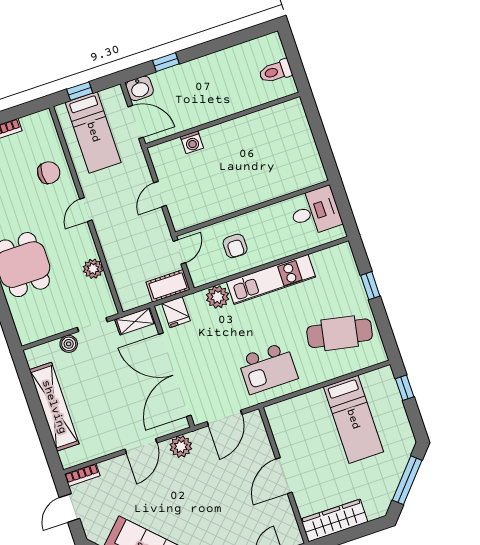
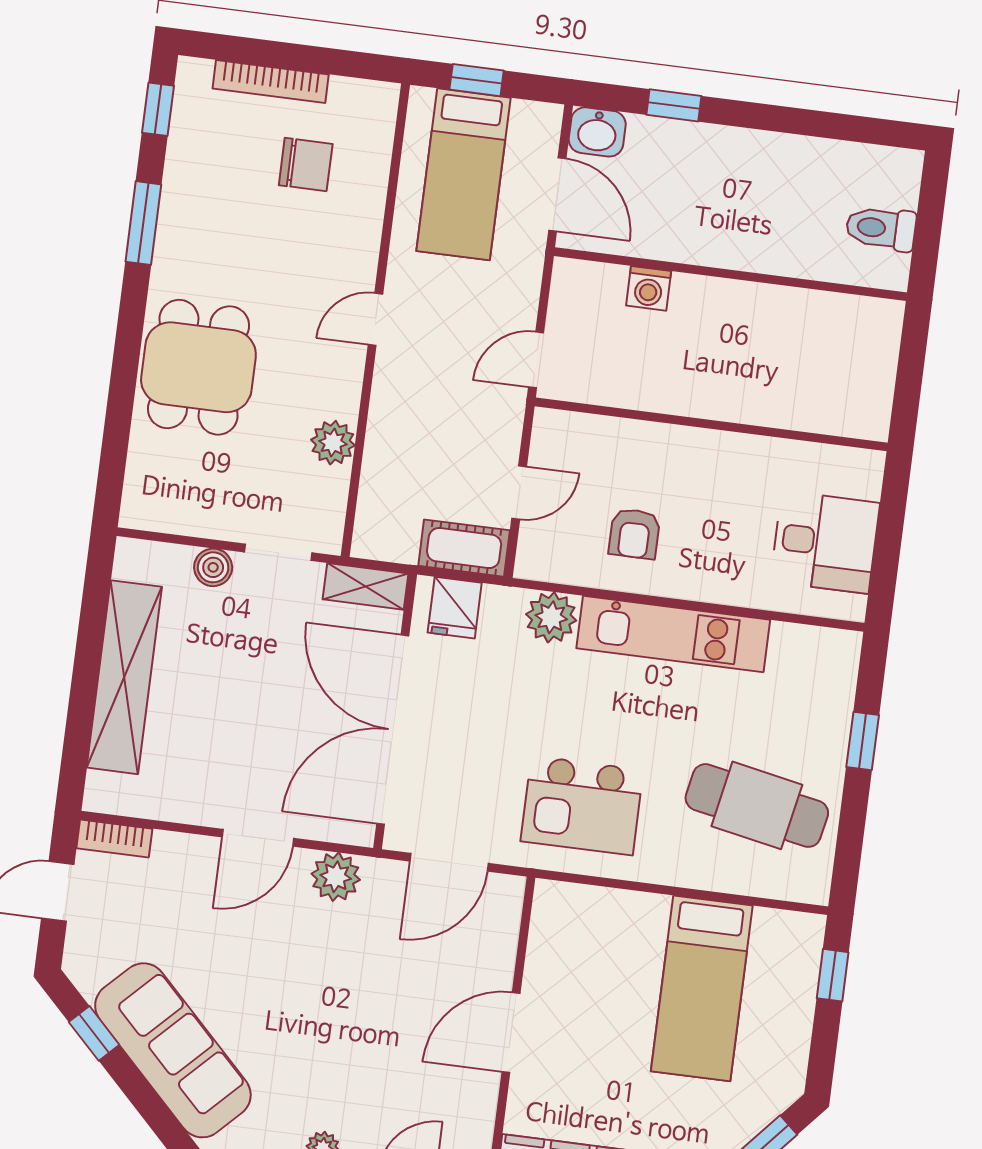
chair: (49, 173) -> (306, 165), moved
wall: (252, 208) -> (711, 424), moved

